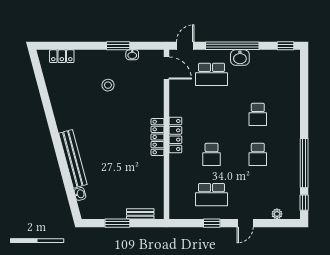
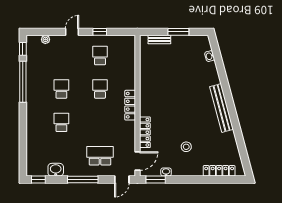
window: (118, 46) -> (156, 180), moved
window: (232, 46) -> (83, 180), width x0.68
locker: (62, 56) -> (219, 171), width x1.53
washbasin: (240, 58) -> (56, 170), moved
door: (167, 68) -> (137, 161), swing flipped
locker: (158, 137) -> (145, 132), moved
bench: (73, 159) -> (222, 108), moved
school desk: (212, 195) -> (100, 56), width x0.54

